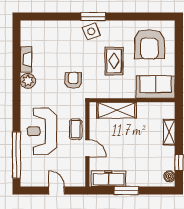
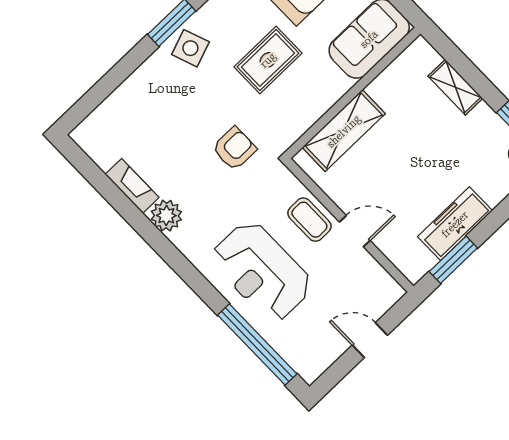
rug: (114, 61) -> (268, 60), turned 90
armchair: (73, 80) -> (234, 149), turned 90
freezer: (109, 179) -> (455, 224), moved
window: (126, 191) -> (453, 260), moved

